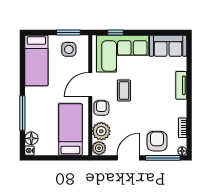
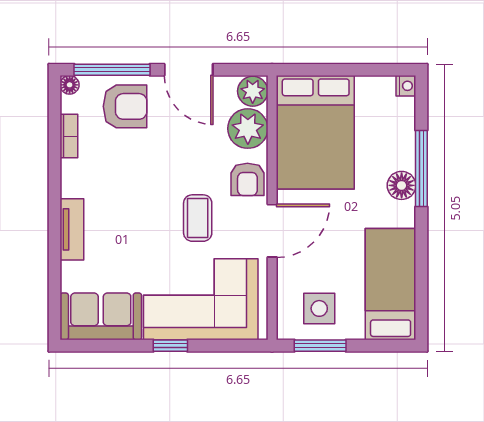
window: (116, 33) -> (170, 346), moved
bed: (70, 129) -> (316, 132), width x1.50
floor lamp: (31, 138) -> (402, 185), moved
armchair: (157, 141) -> (125, 106), turned -90
door: (128, 158) -> (189, 70), hinge flipped

